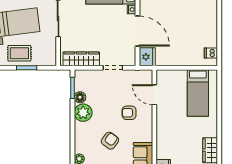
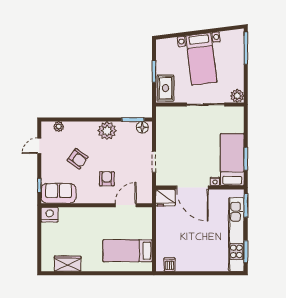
door: (137, 31) -> (192, 188), hinge flipped
rug: (19, 53) -> (166, 88), moved
wardrobe: (81, 59) -> (163, 129), removed
floor lamp: (80, 97) -> (142, 127), moved

